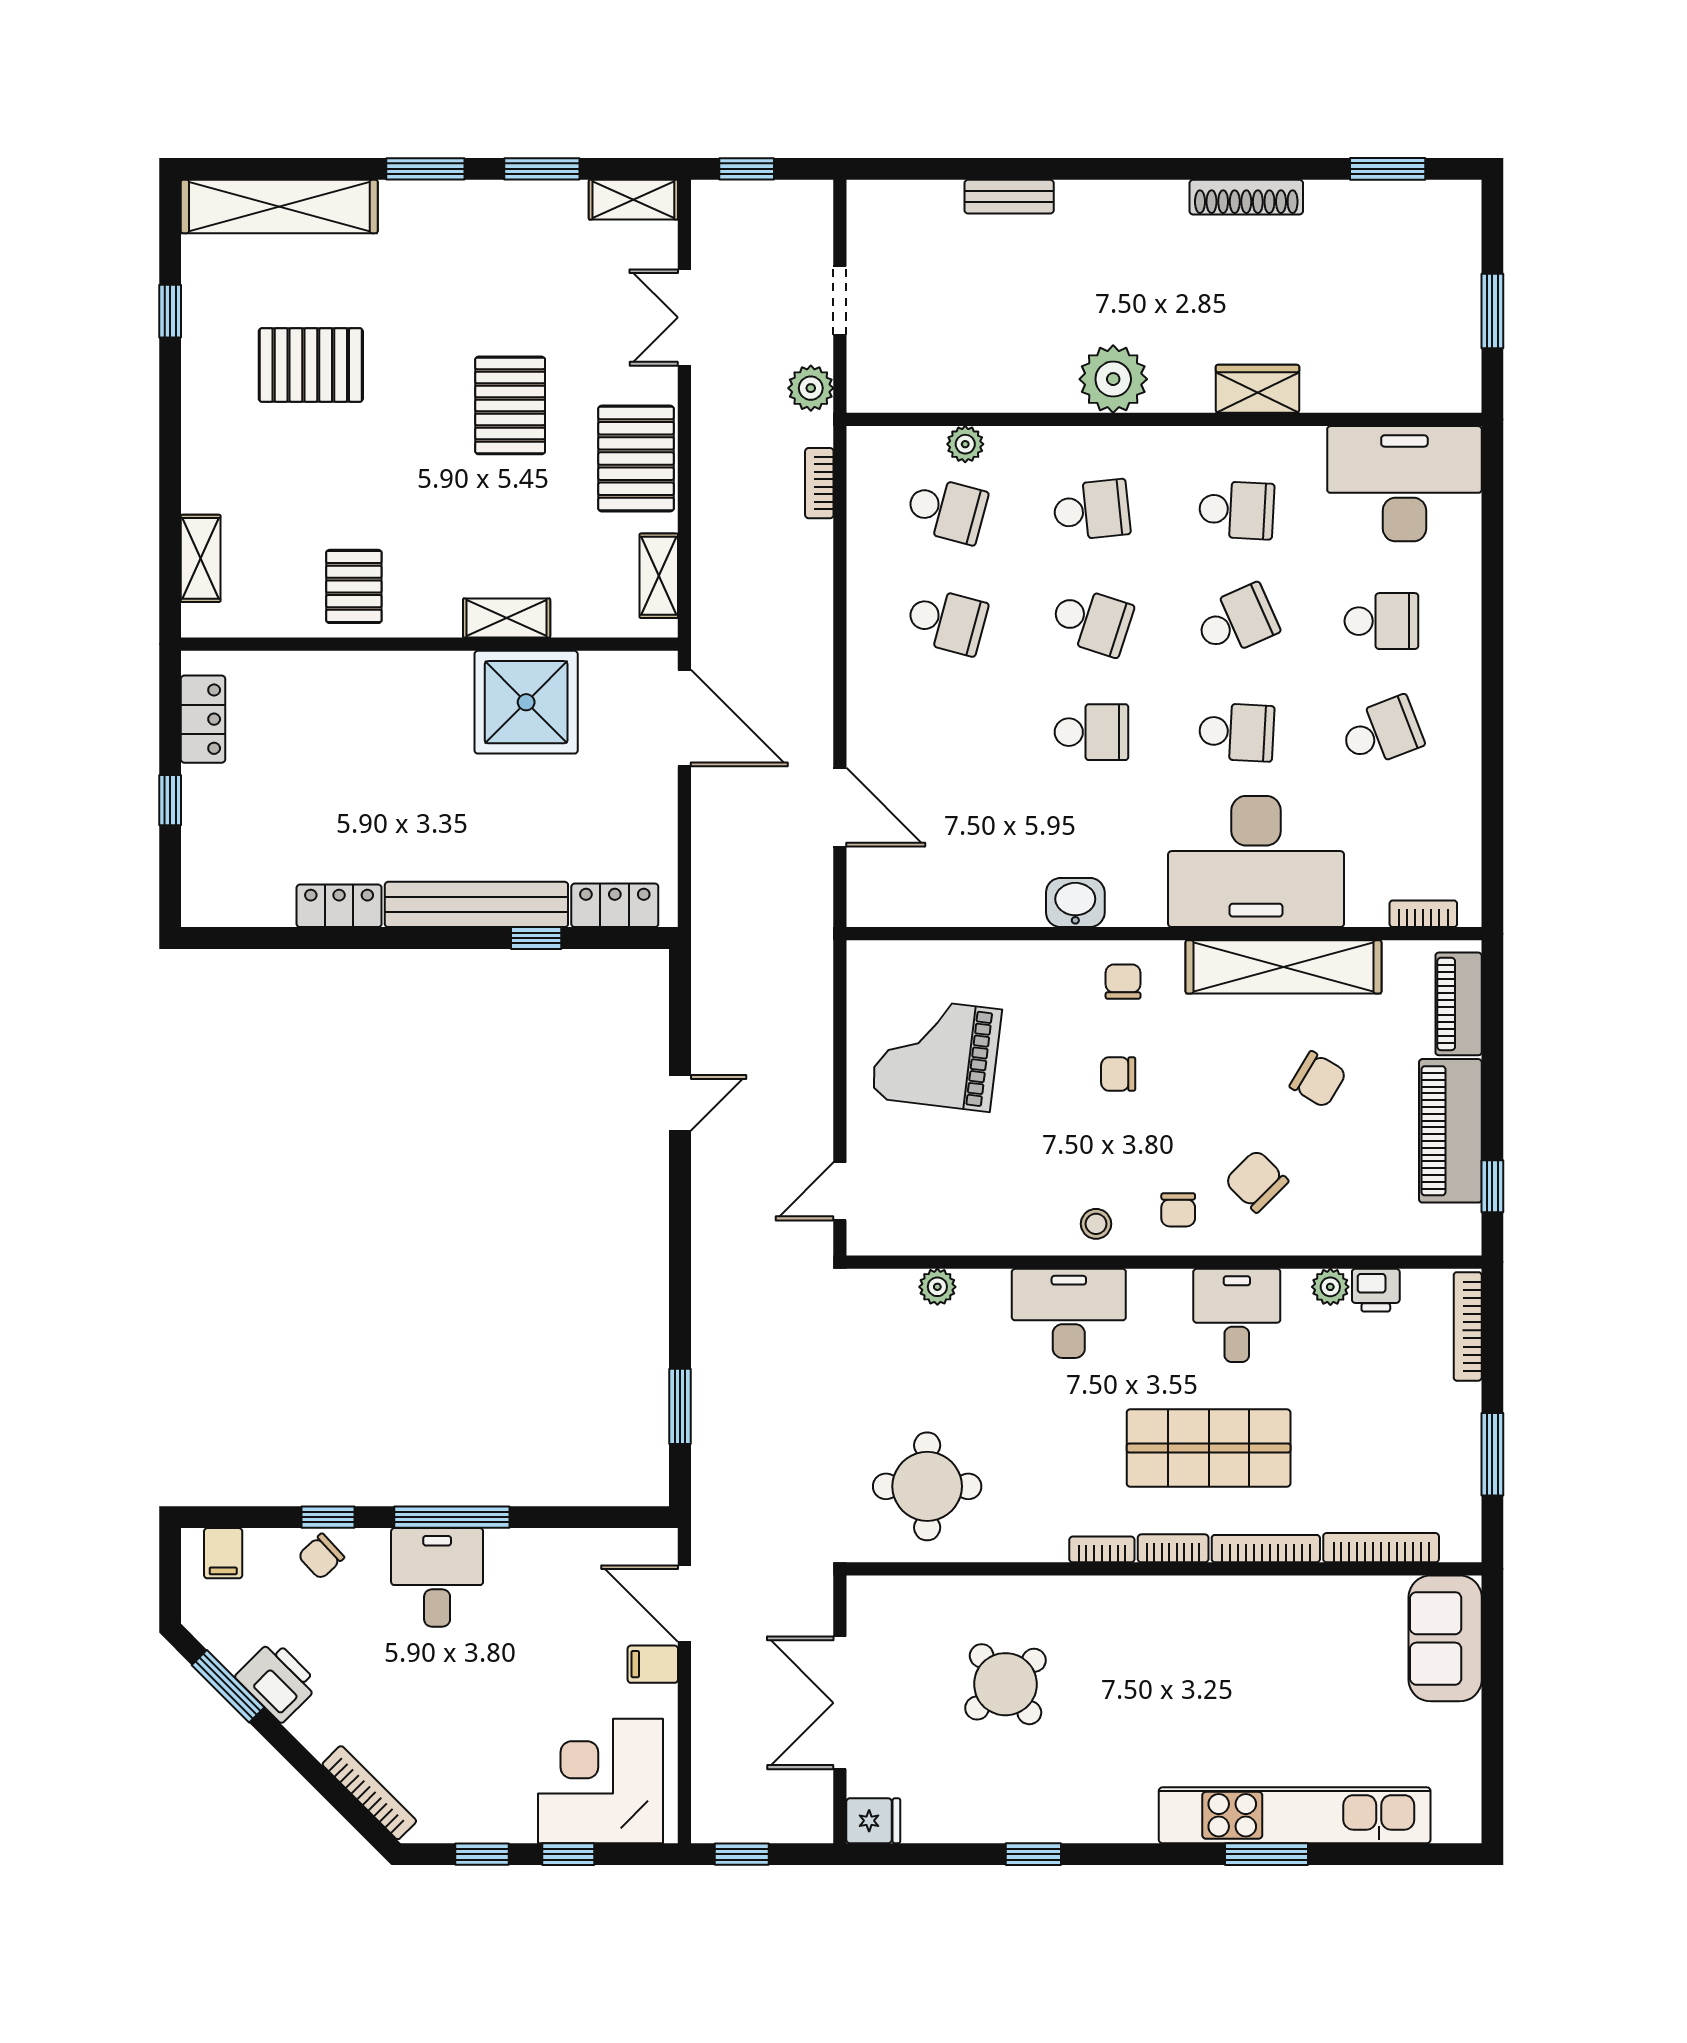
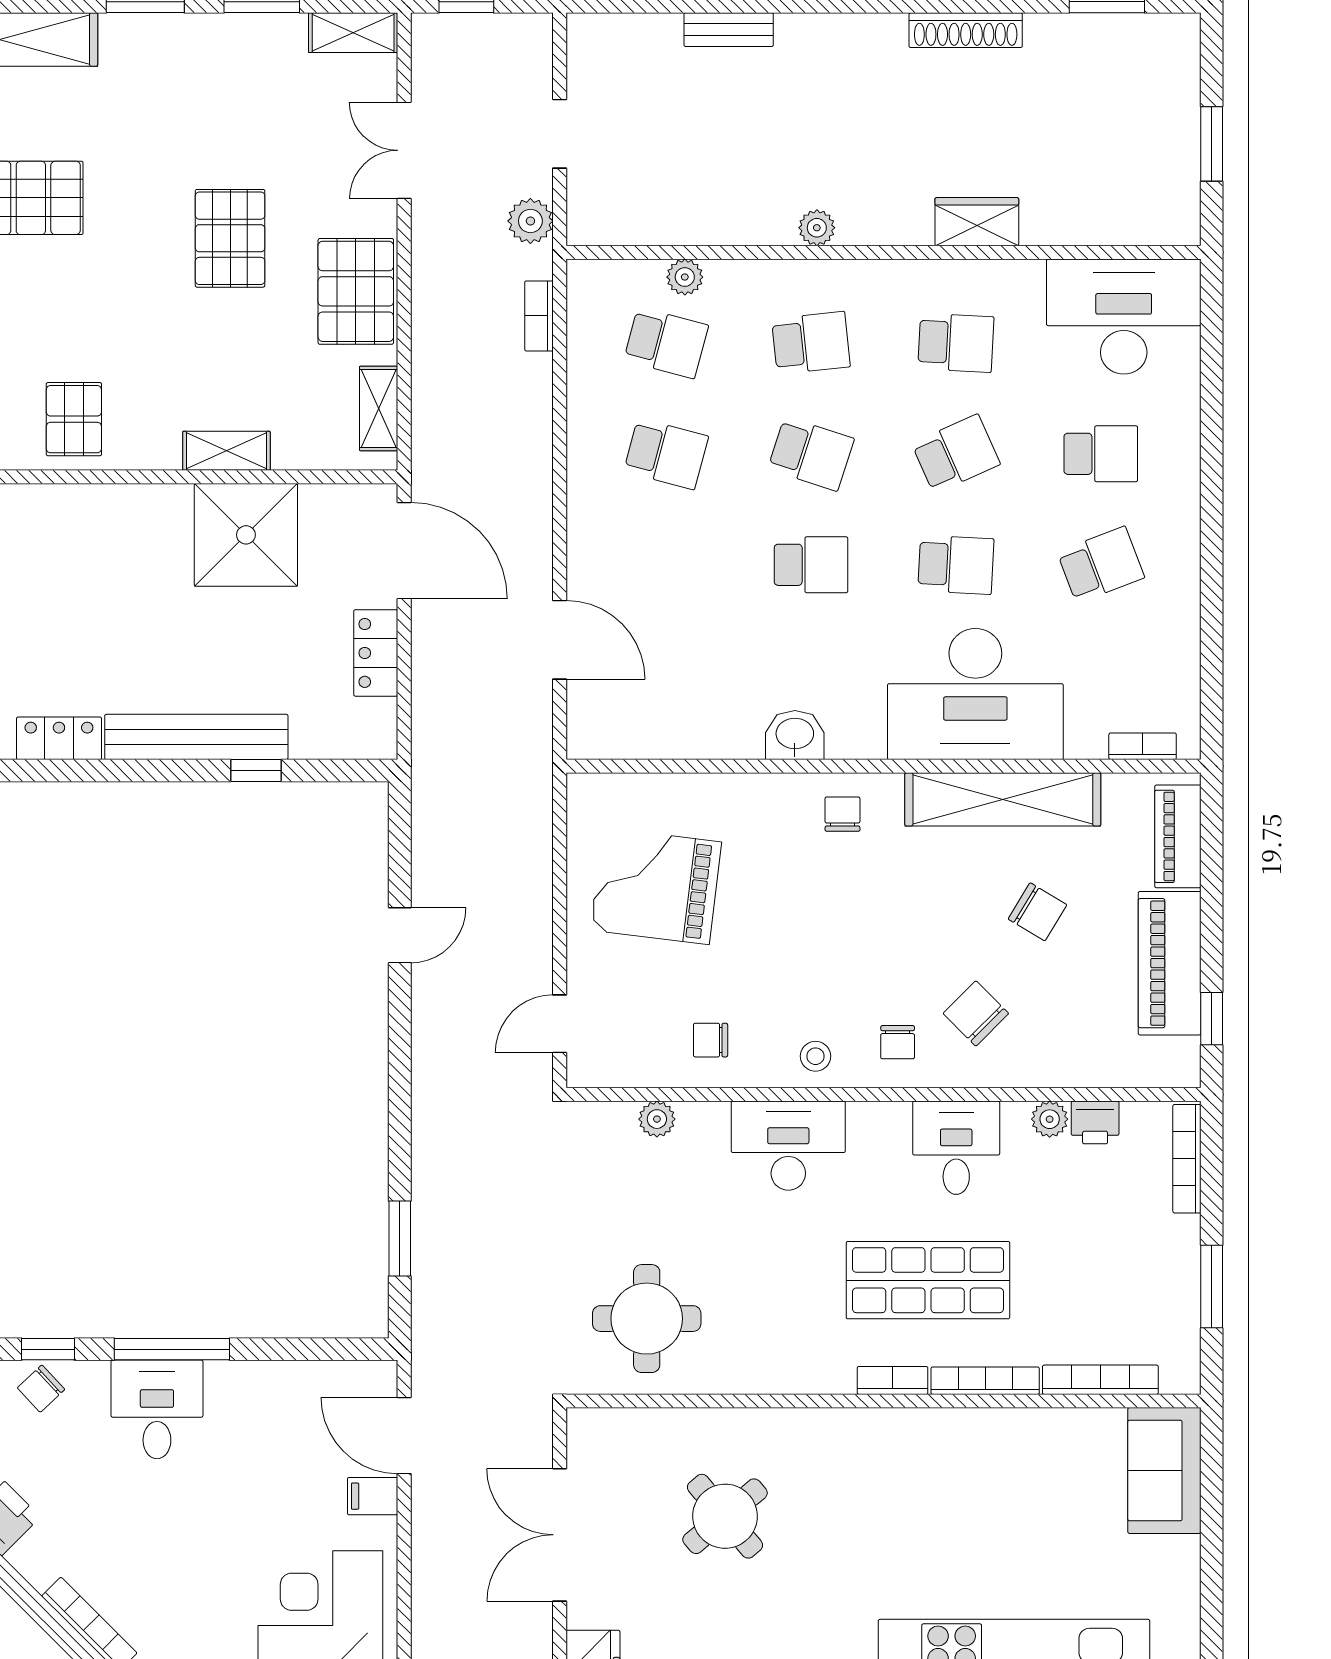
plant: (1113, 379) -> (817, 228), width x0.53, depth x0.53
locker: (615, 905) -> (376, 653), moved, turned -90
chair: (1118, 1074) -> (711, 1040), moved
bookcase: (1102, 1549) -> (821, 1382), removed

